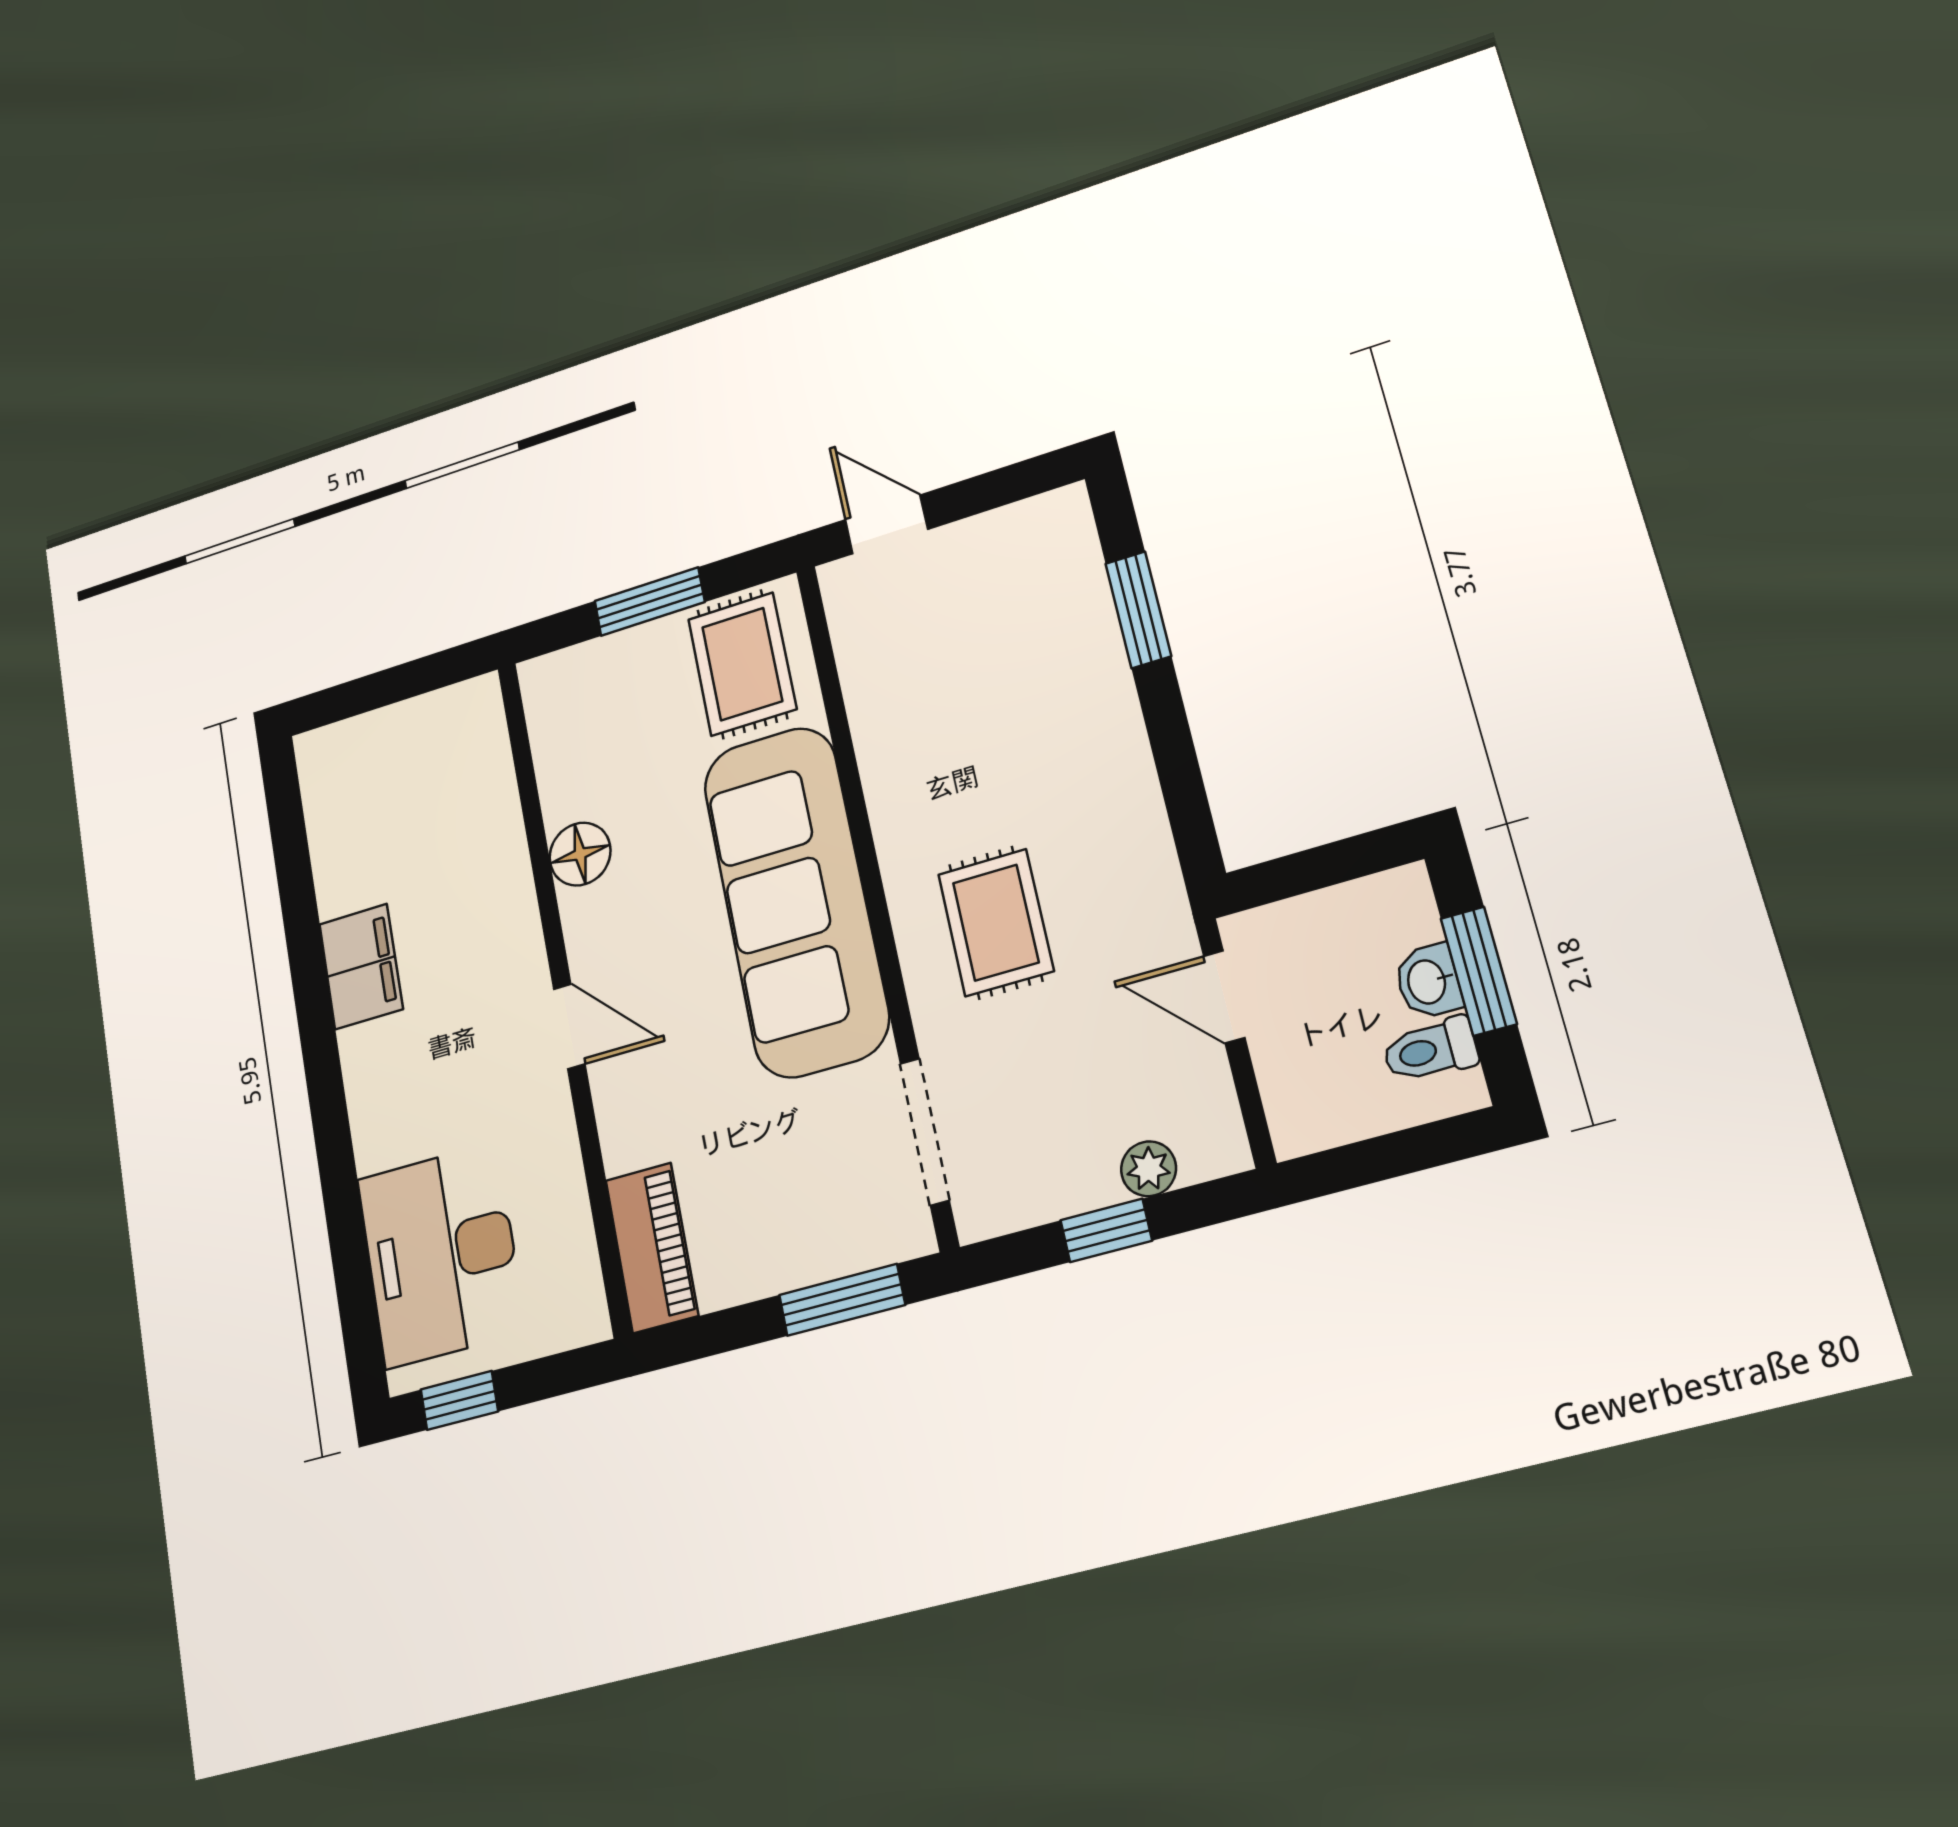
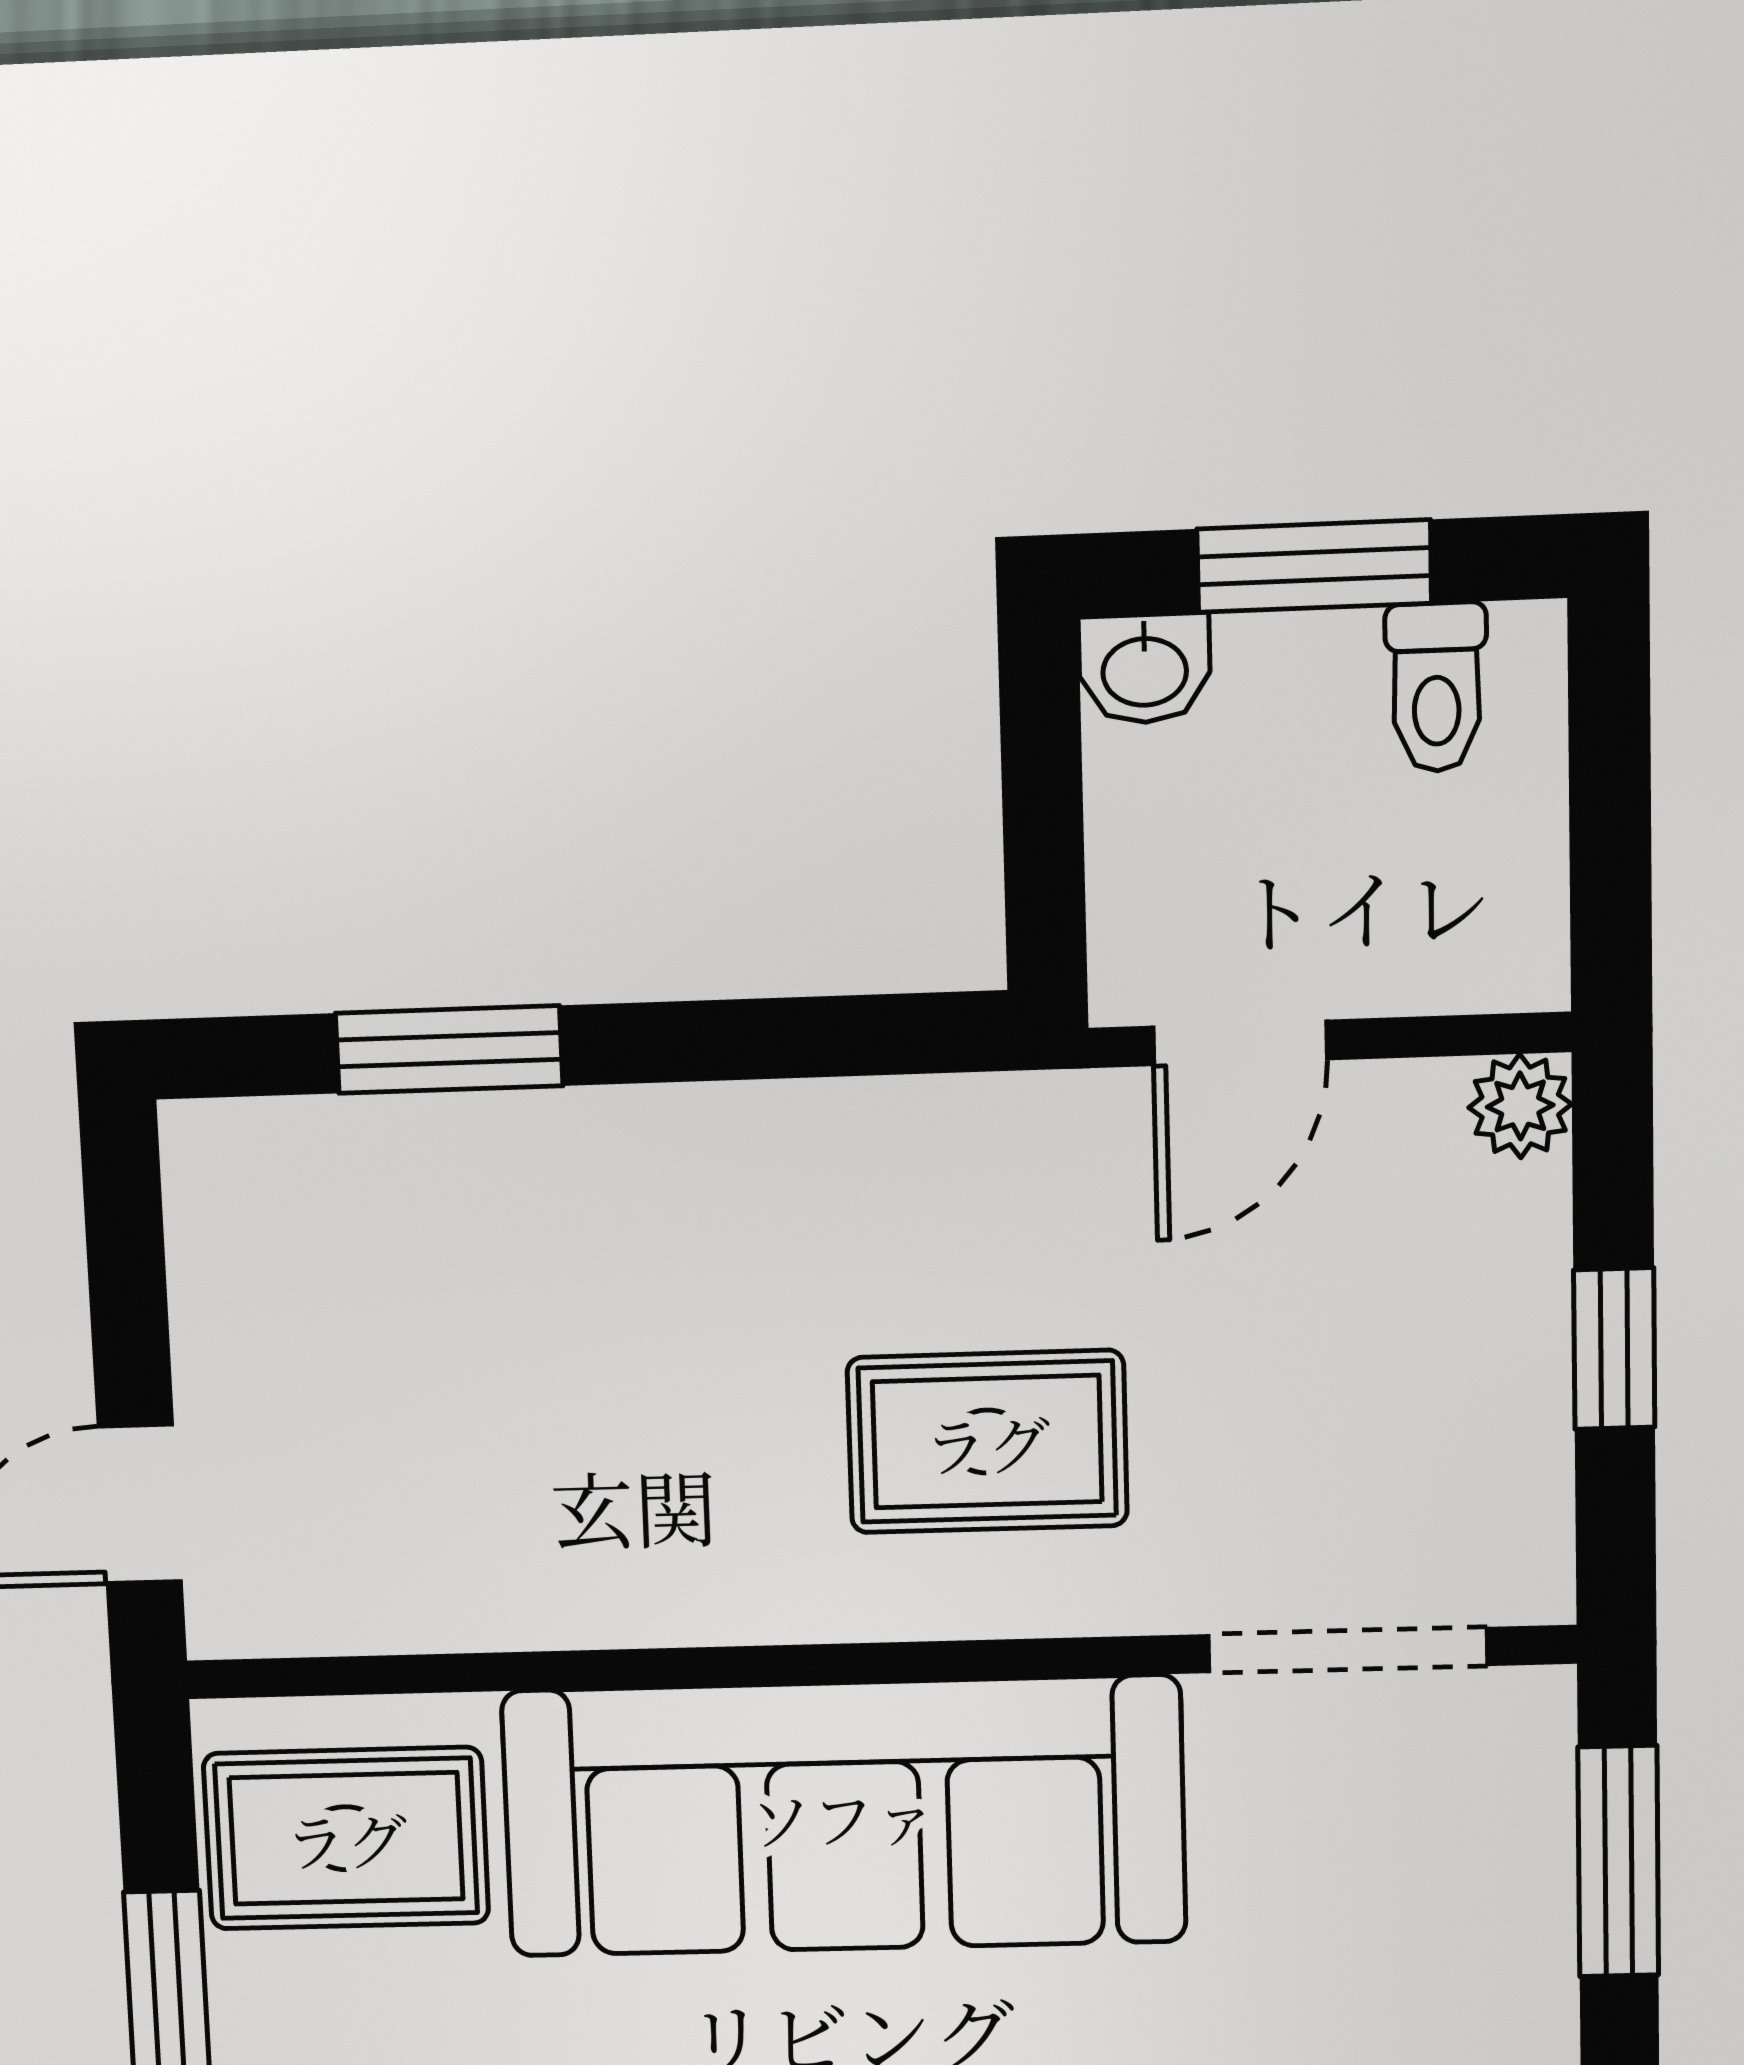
washbasin: (1428, 981) -> (1145, 669), moved
plant: (1149, 1169) -> (1520, 1106), moved

